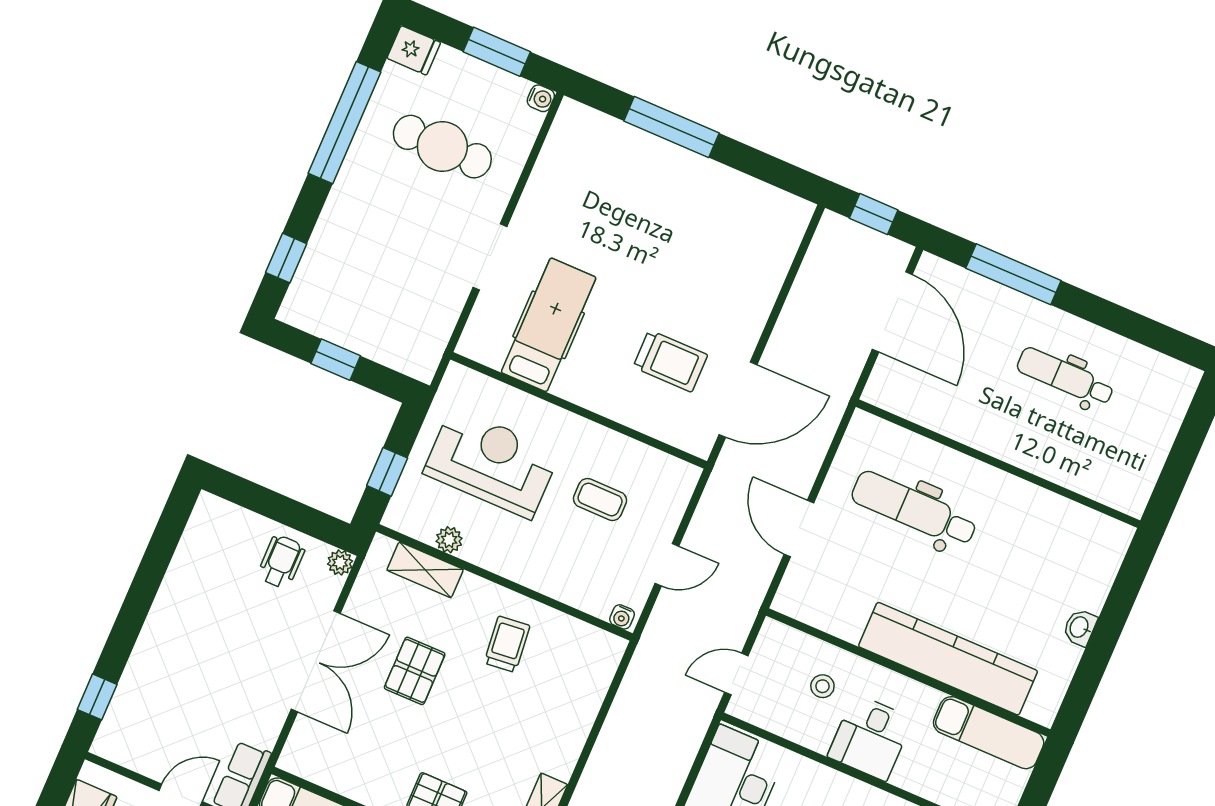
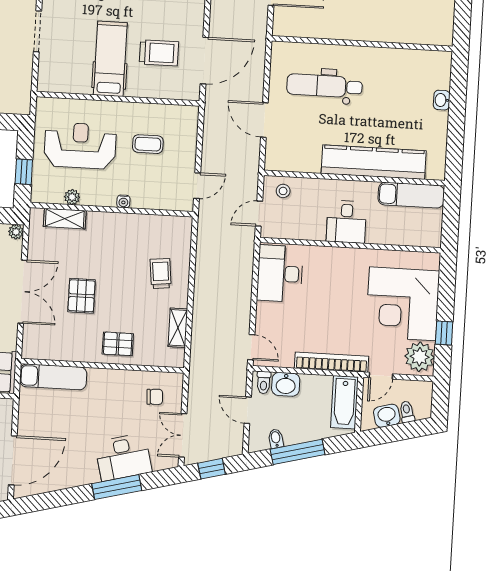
hospital bed: (549, 325) -> (110, 59), moved
door: (667, 565) -> (197, 186), moved
water cooler: (622, 617) -> (123, 201), moved
washbasin: (1080, 627) -> (442, 100), moved
trolley: (507, 644) -> (161, 273), moved
pallet: (415, 671) -> (82, 296), moved
stool: (822, 686) -> (283, 191), moved

